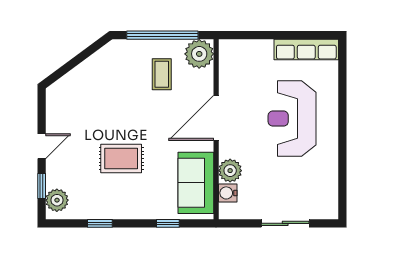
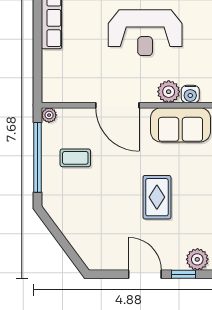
plant: (199, 54) -> (49, 115), width x0.53, depth x0.53
reception desk: (292, 119) -> (145, 33), moved
door: (42, 146) -> (145, 274), width x1.38

